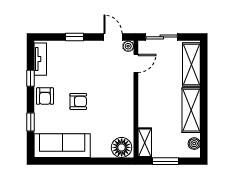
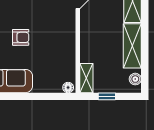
floor lamp: (122, 147) -> (68, 88), width x0.53, depth x0.53
window: (165, 161) -> (107, 96), width x0.67

